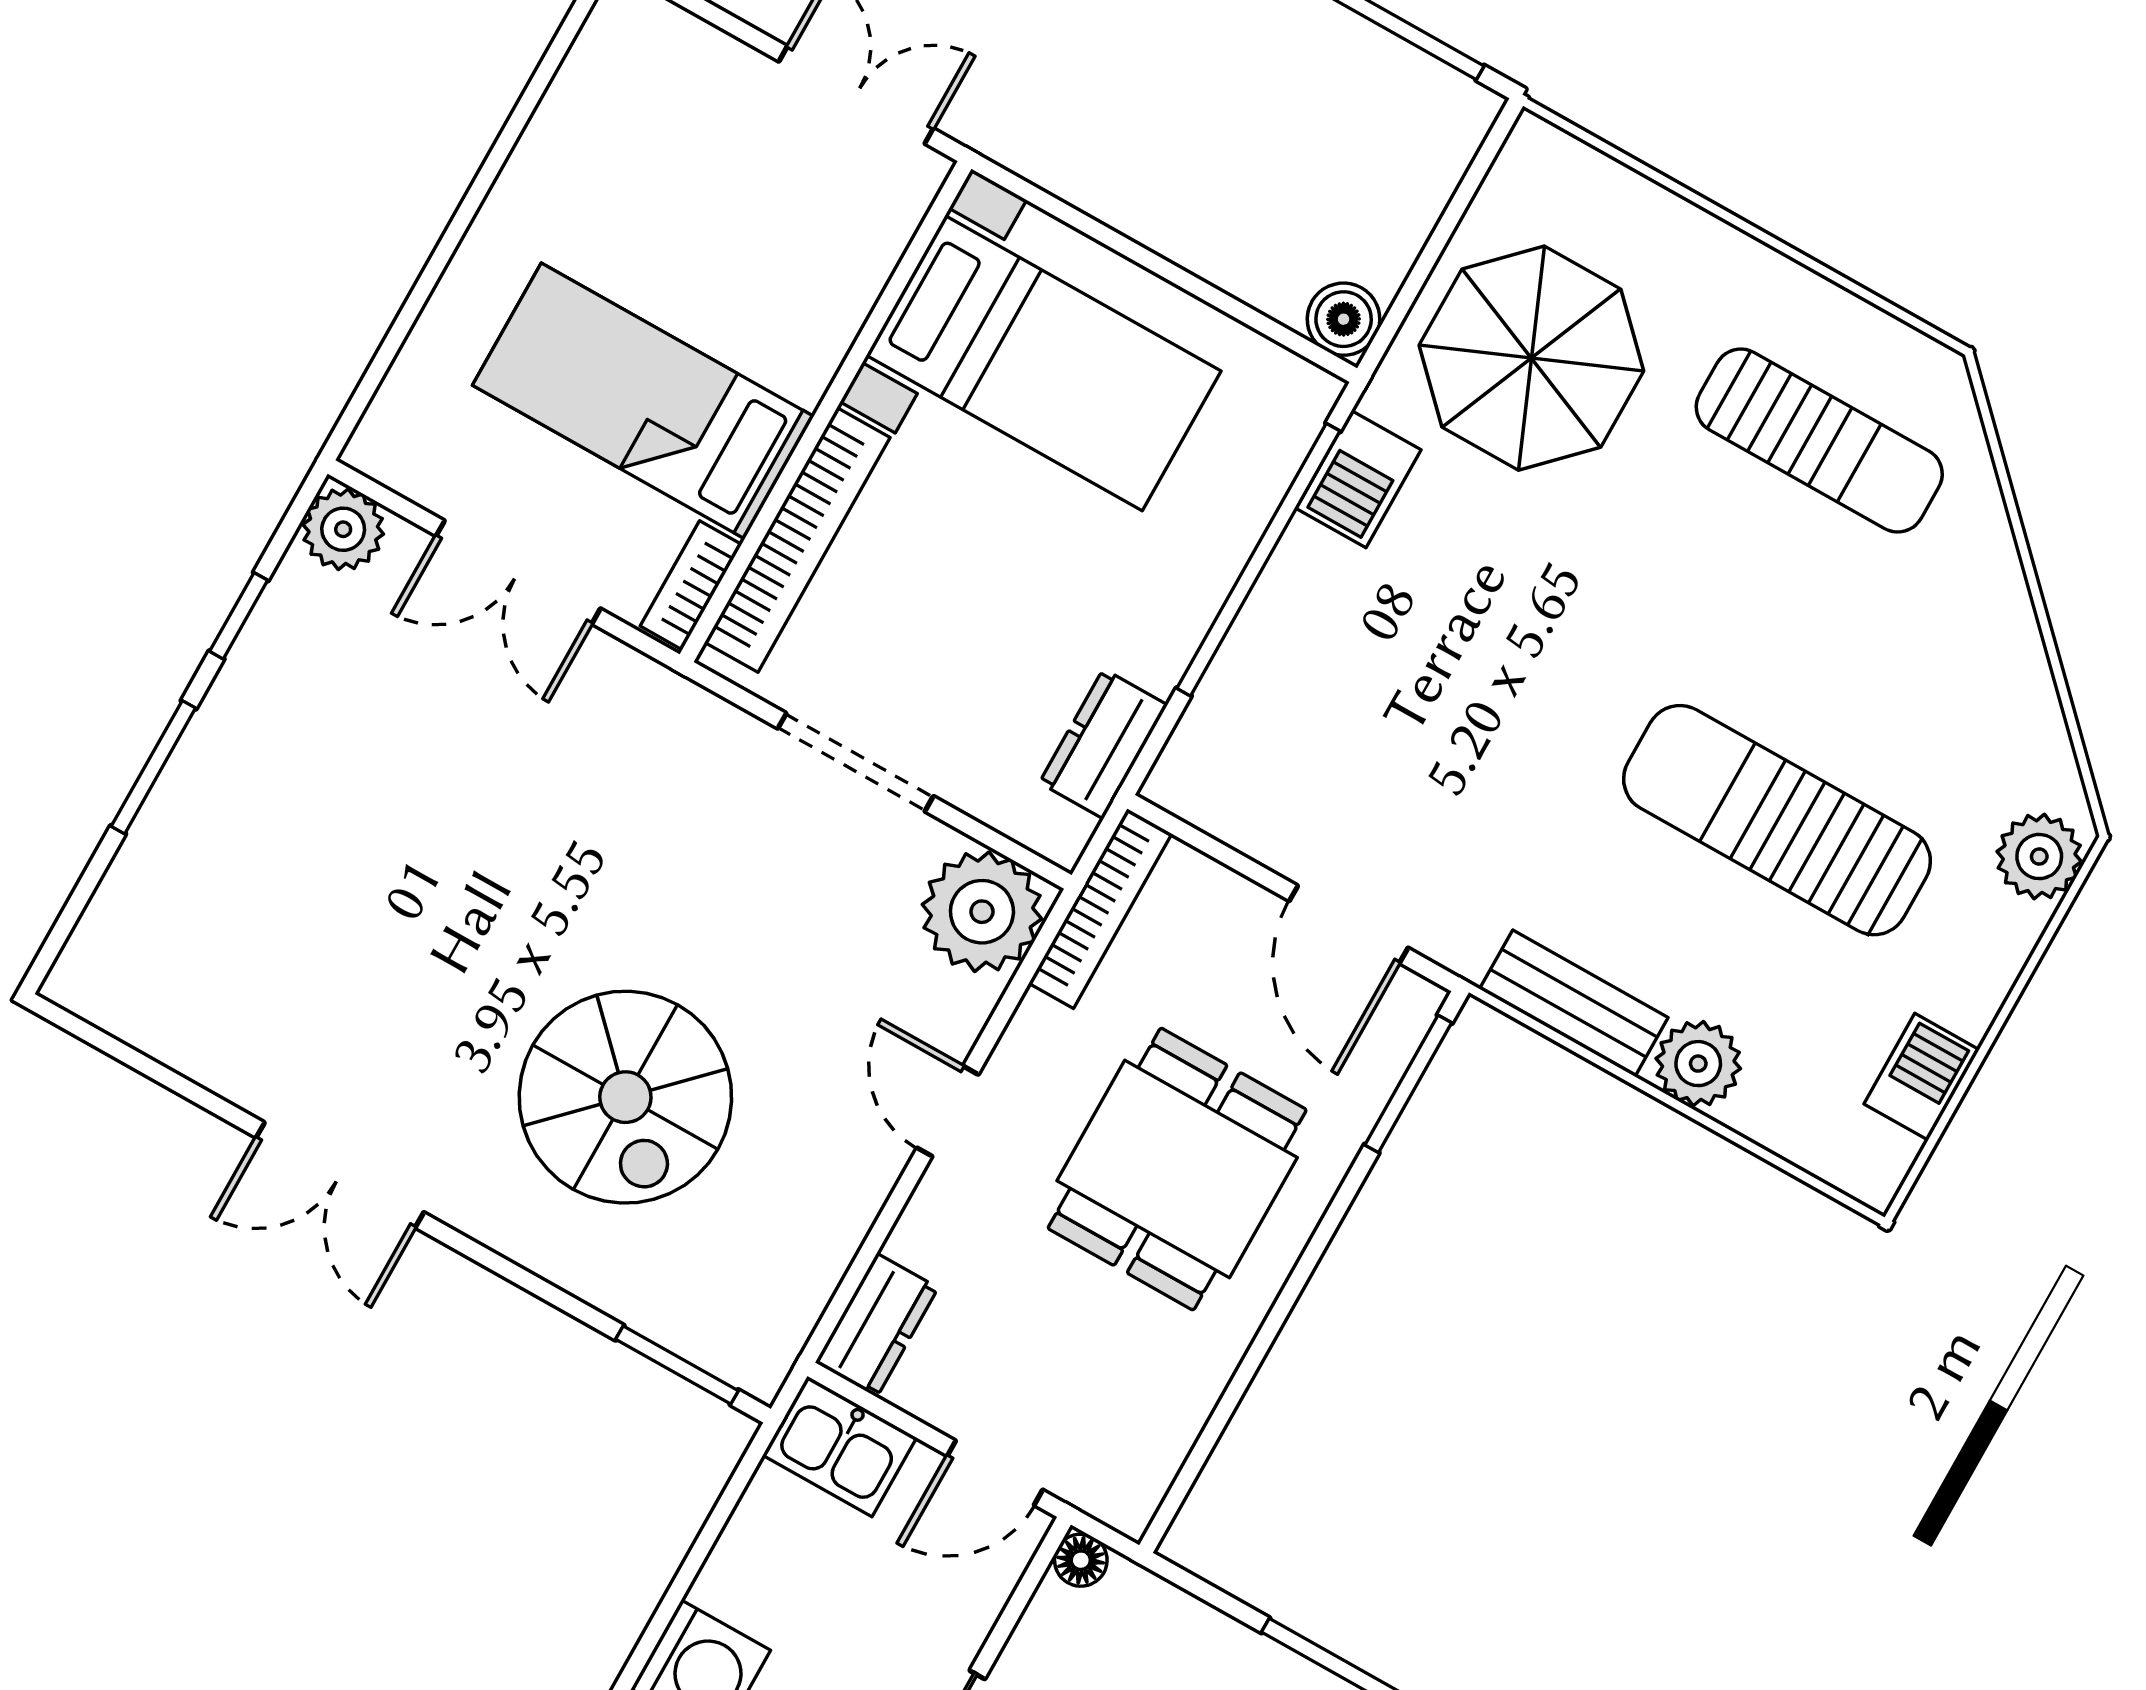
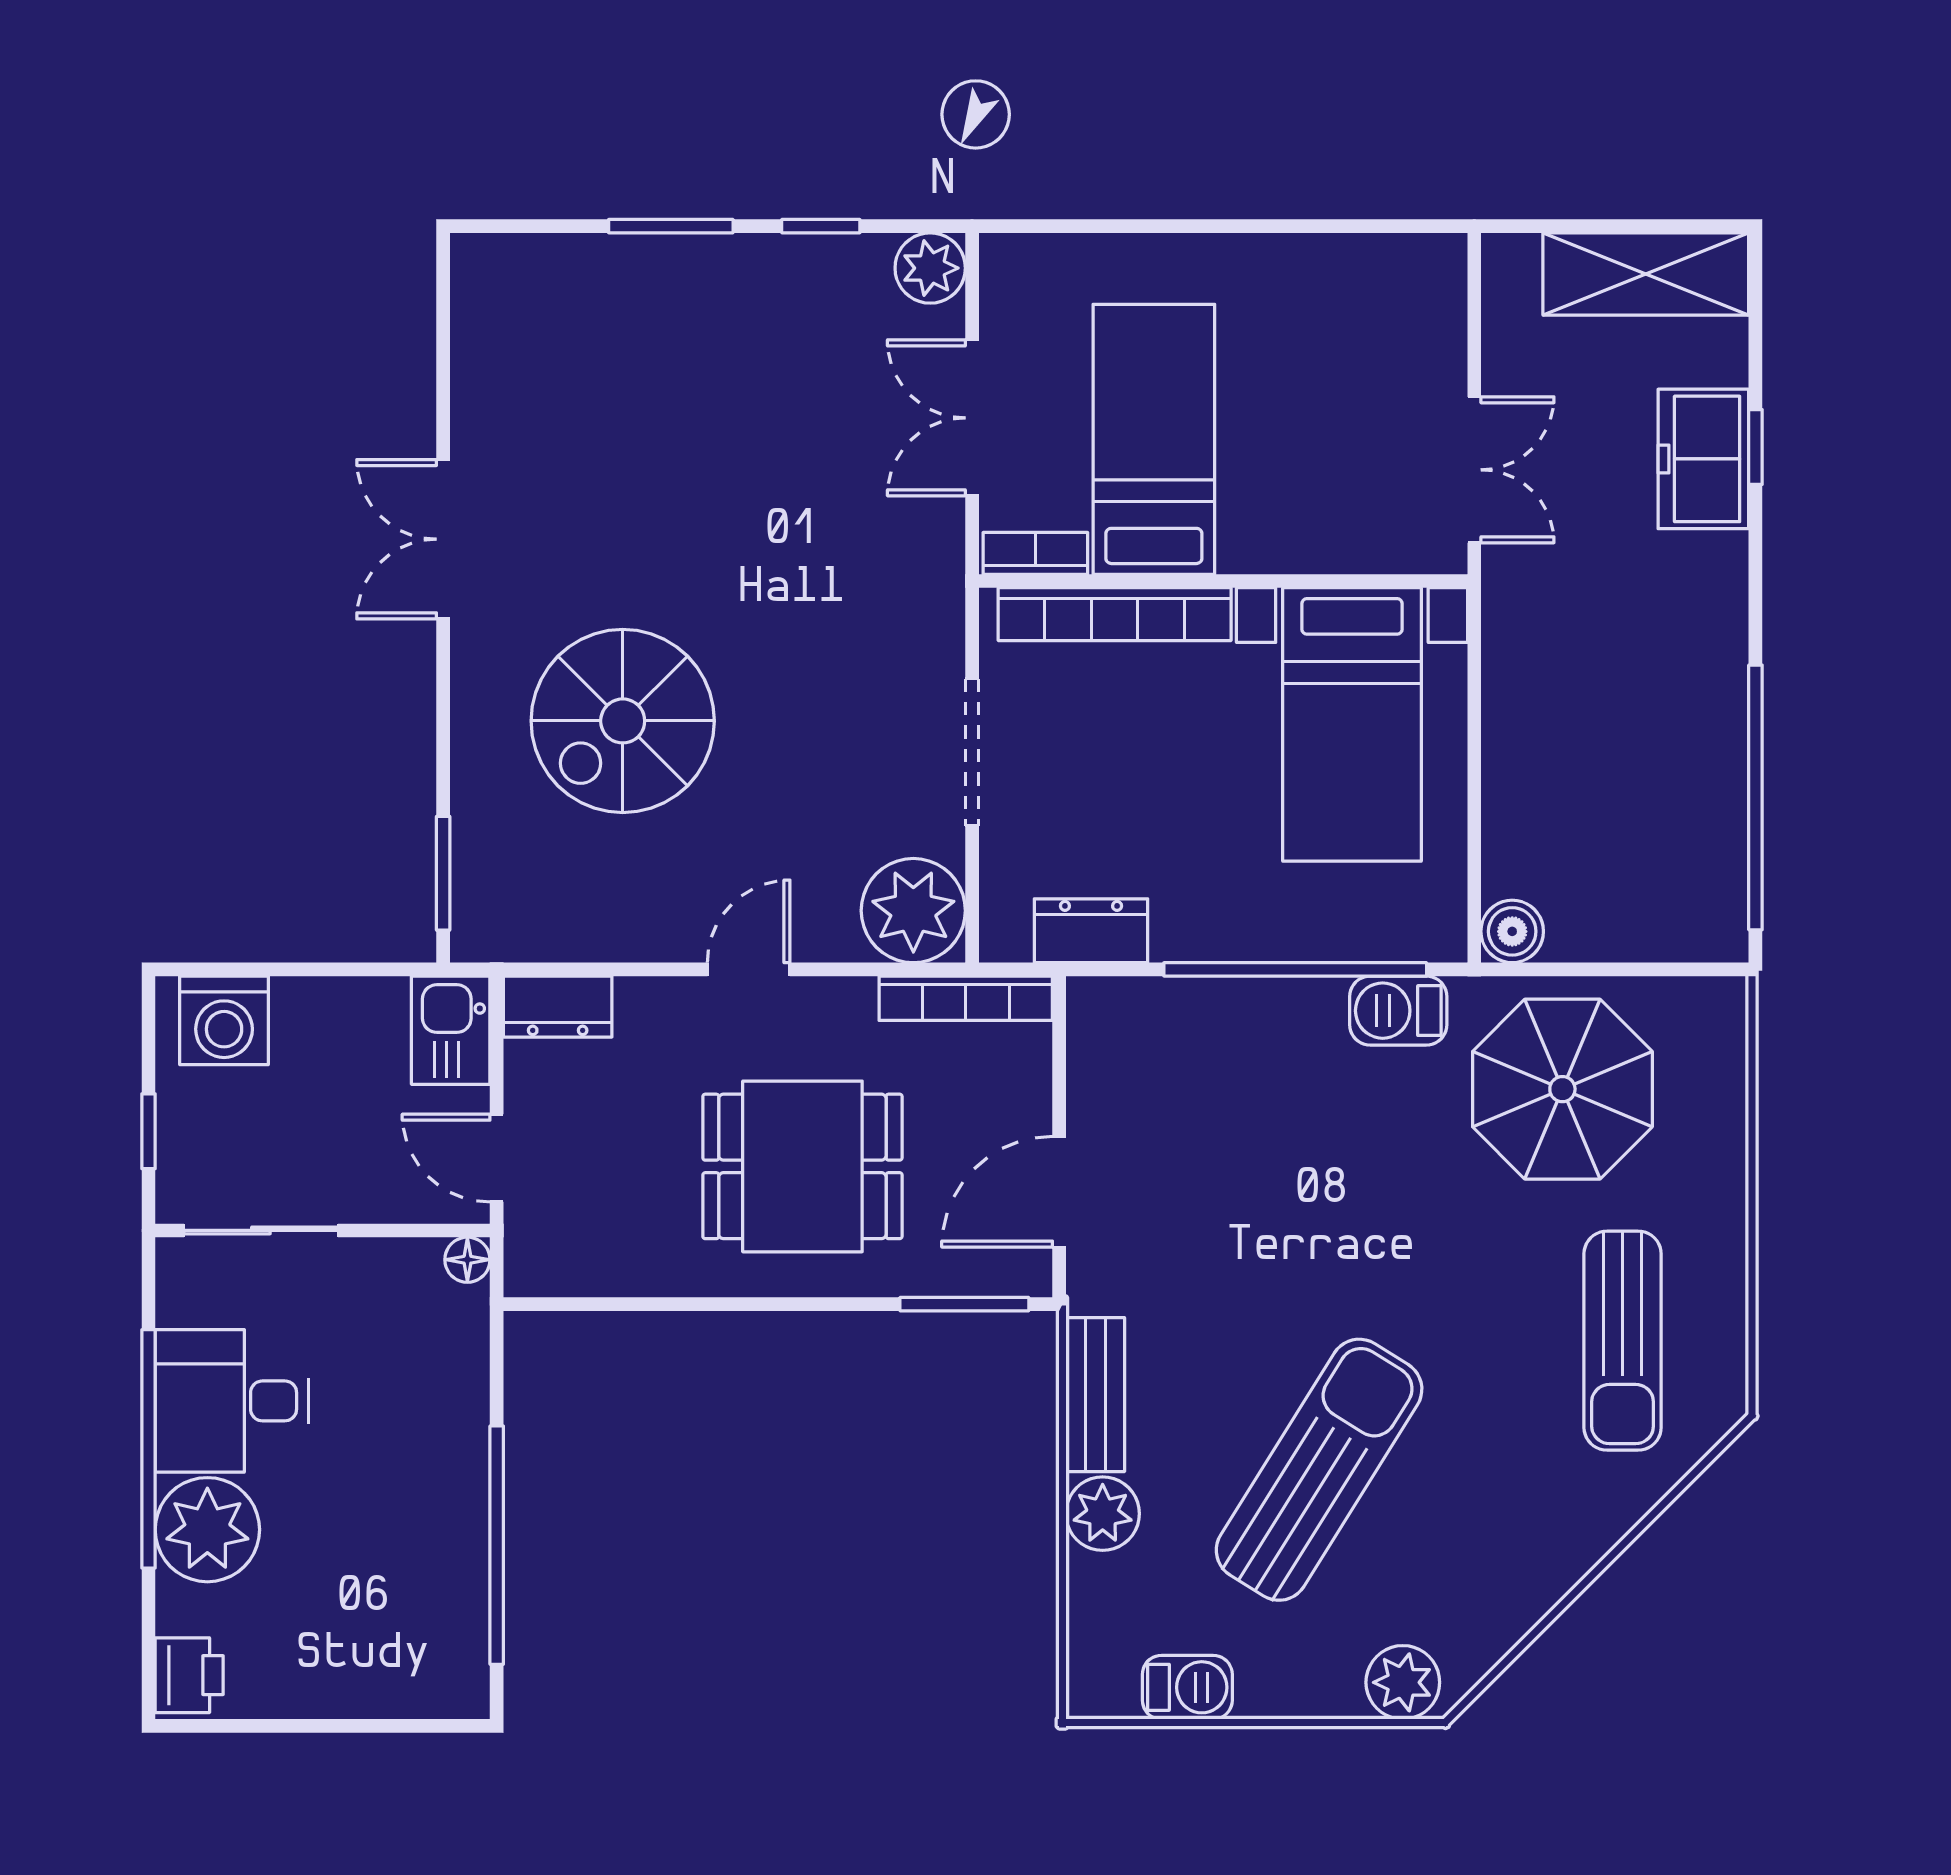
sun lounger: (1777, 820) -> (1319, 1470), turned 32

